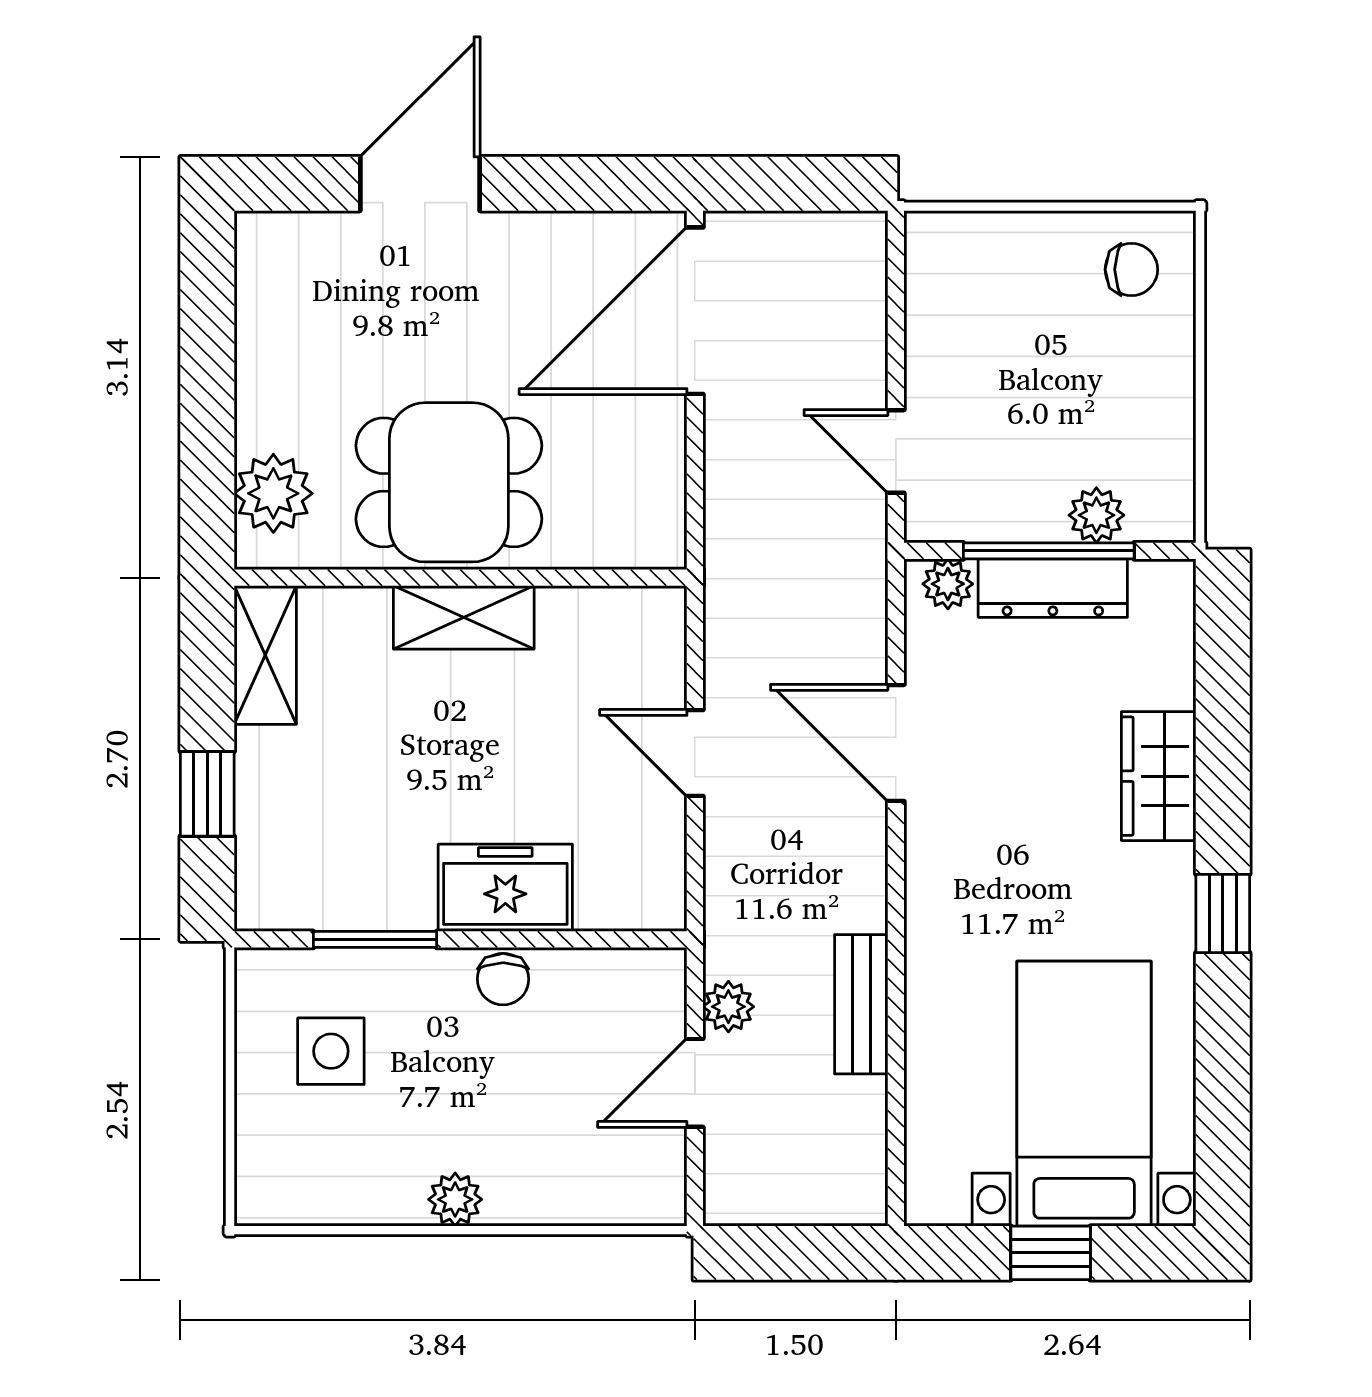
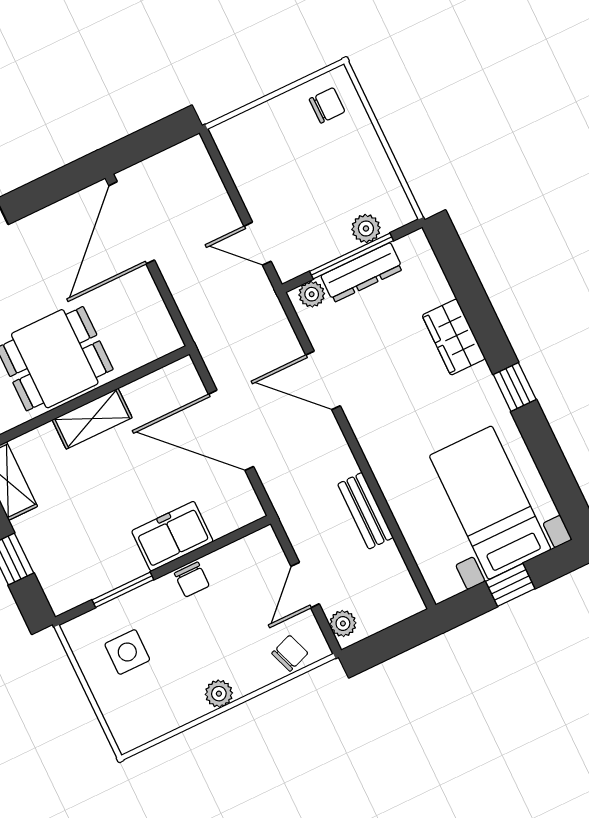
door: (695, 753) -> (231, 430), width x1.88
plant: (728, 1007) -> (343, 623), moved
chair: (612, 1188) -> (290, 653), added

